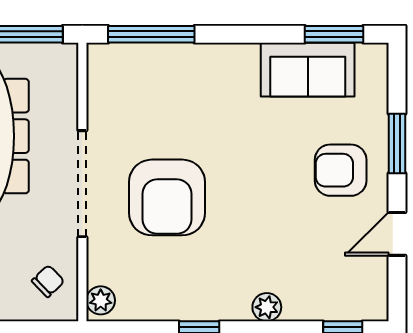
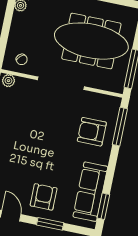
sofa: (308, 70) -> (90, 192), width x1.36
armchair: (167, 197) -> (92, 132), moved, width x0.73, depth x0.73

